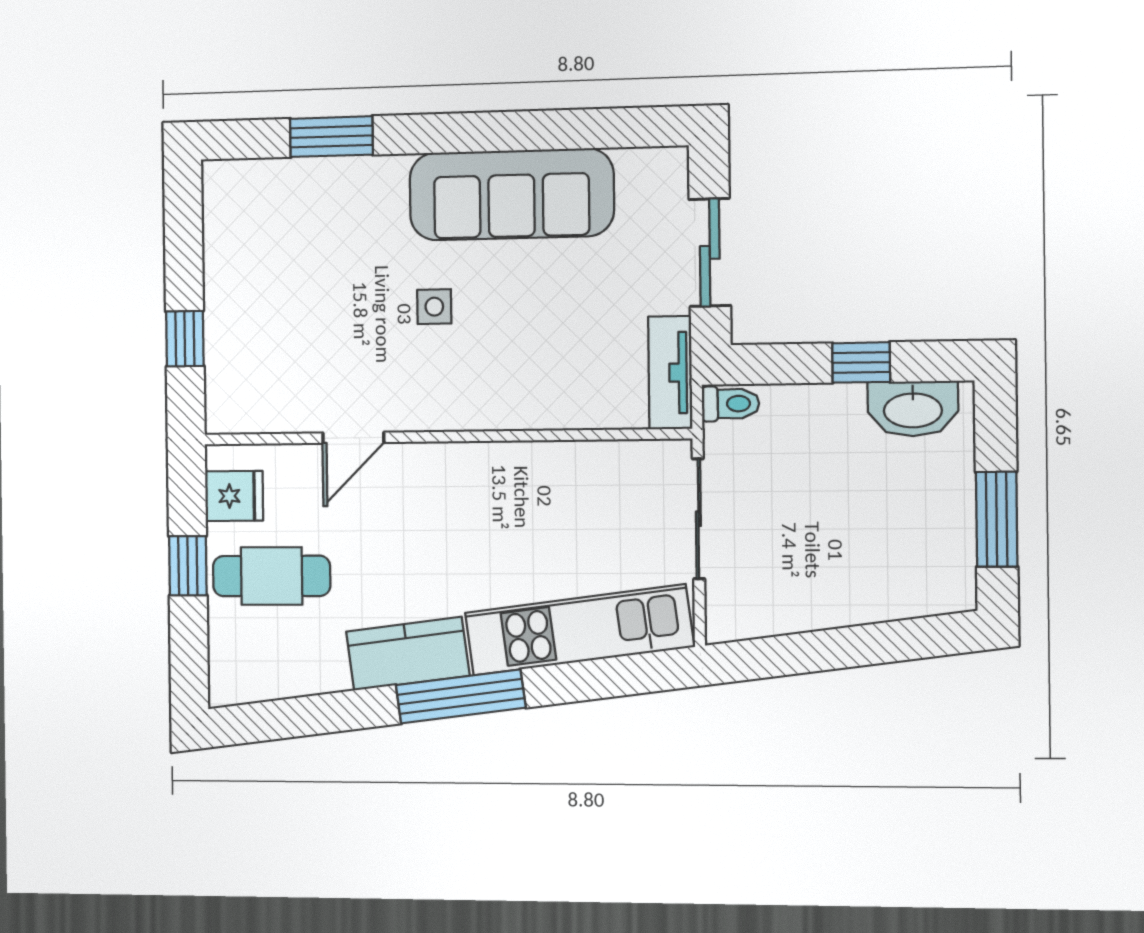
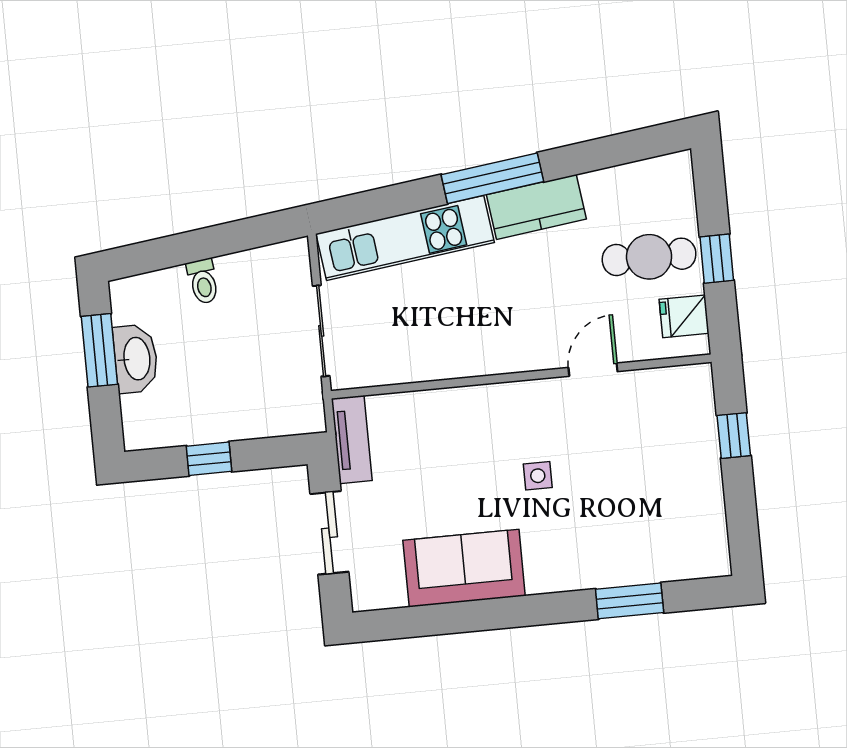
sofa: (511, 194) -> (464, 568), width x0.73
toilet: (730, 404) -> (203, 281), moved, turned -97
washbasin: (913, 409) -> (136, 359), moved, turned 90

